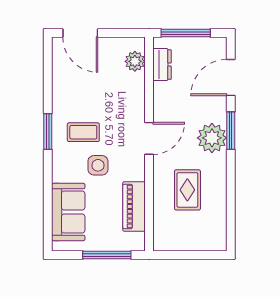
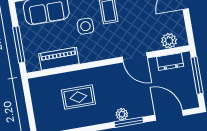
door: (149, 138) -> (135, 57), moved
plant: (212, 138) -> (122, 114), width x0.53, depth x0.53

